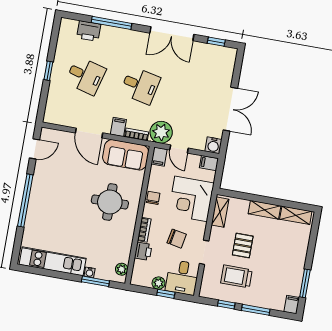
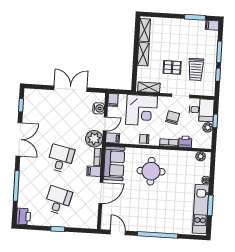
printer: (89, 31) -> (23, 216), moved
water cooler: (213, 145) -> (99, 108), moved
window: (95, 281) -> (210, 205), moved

